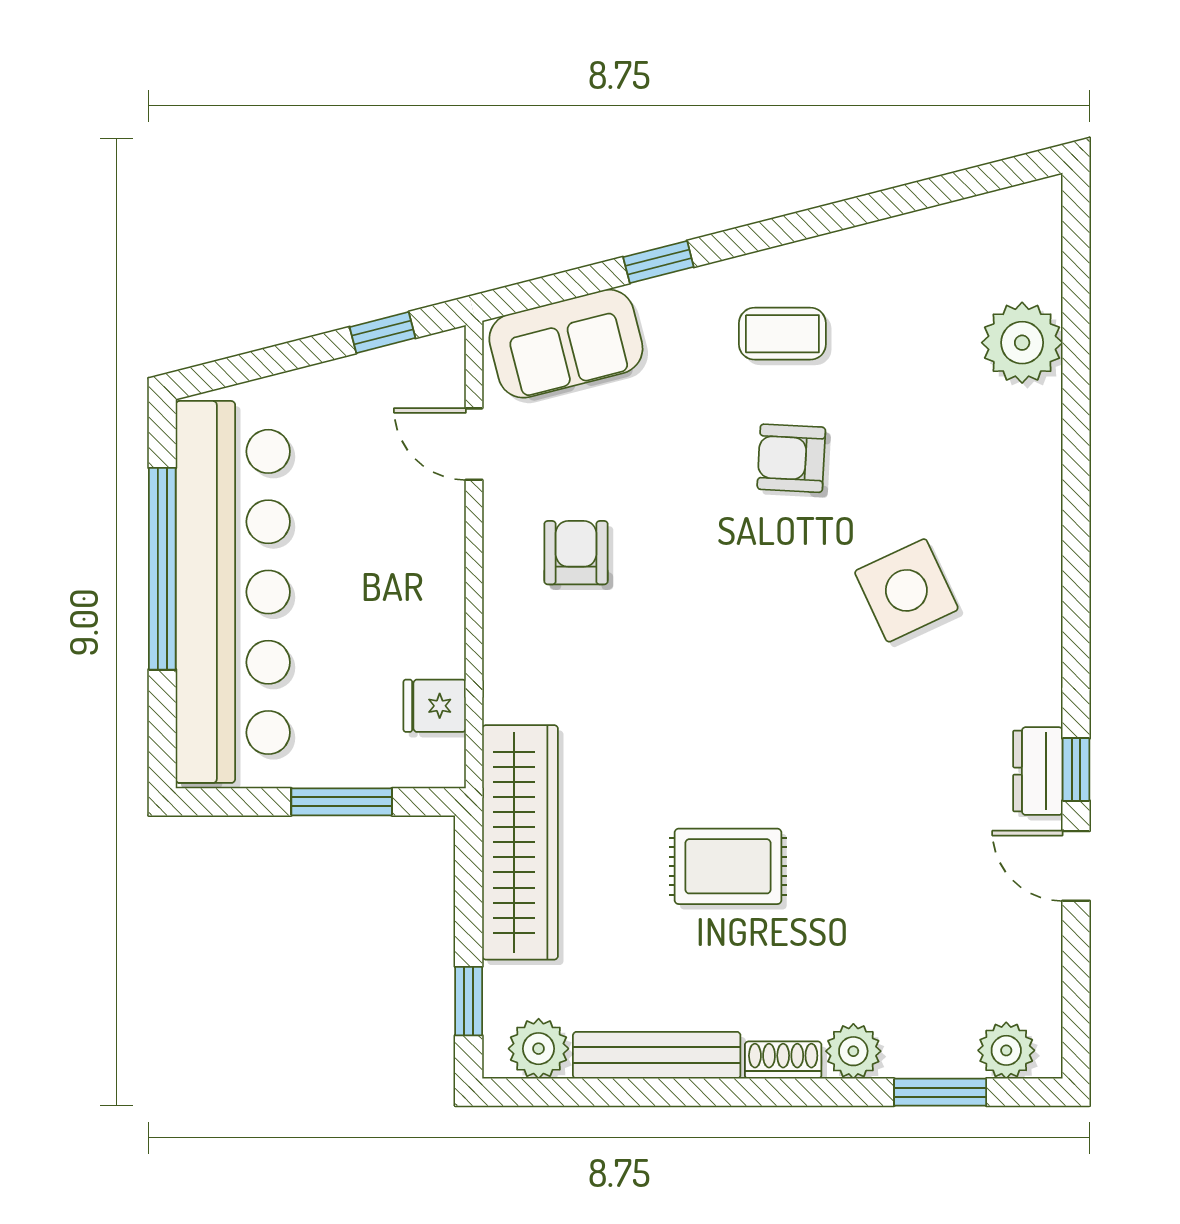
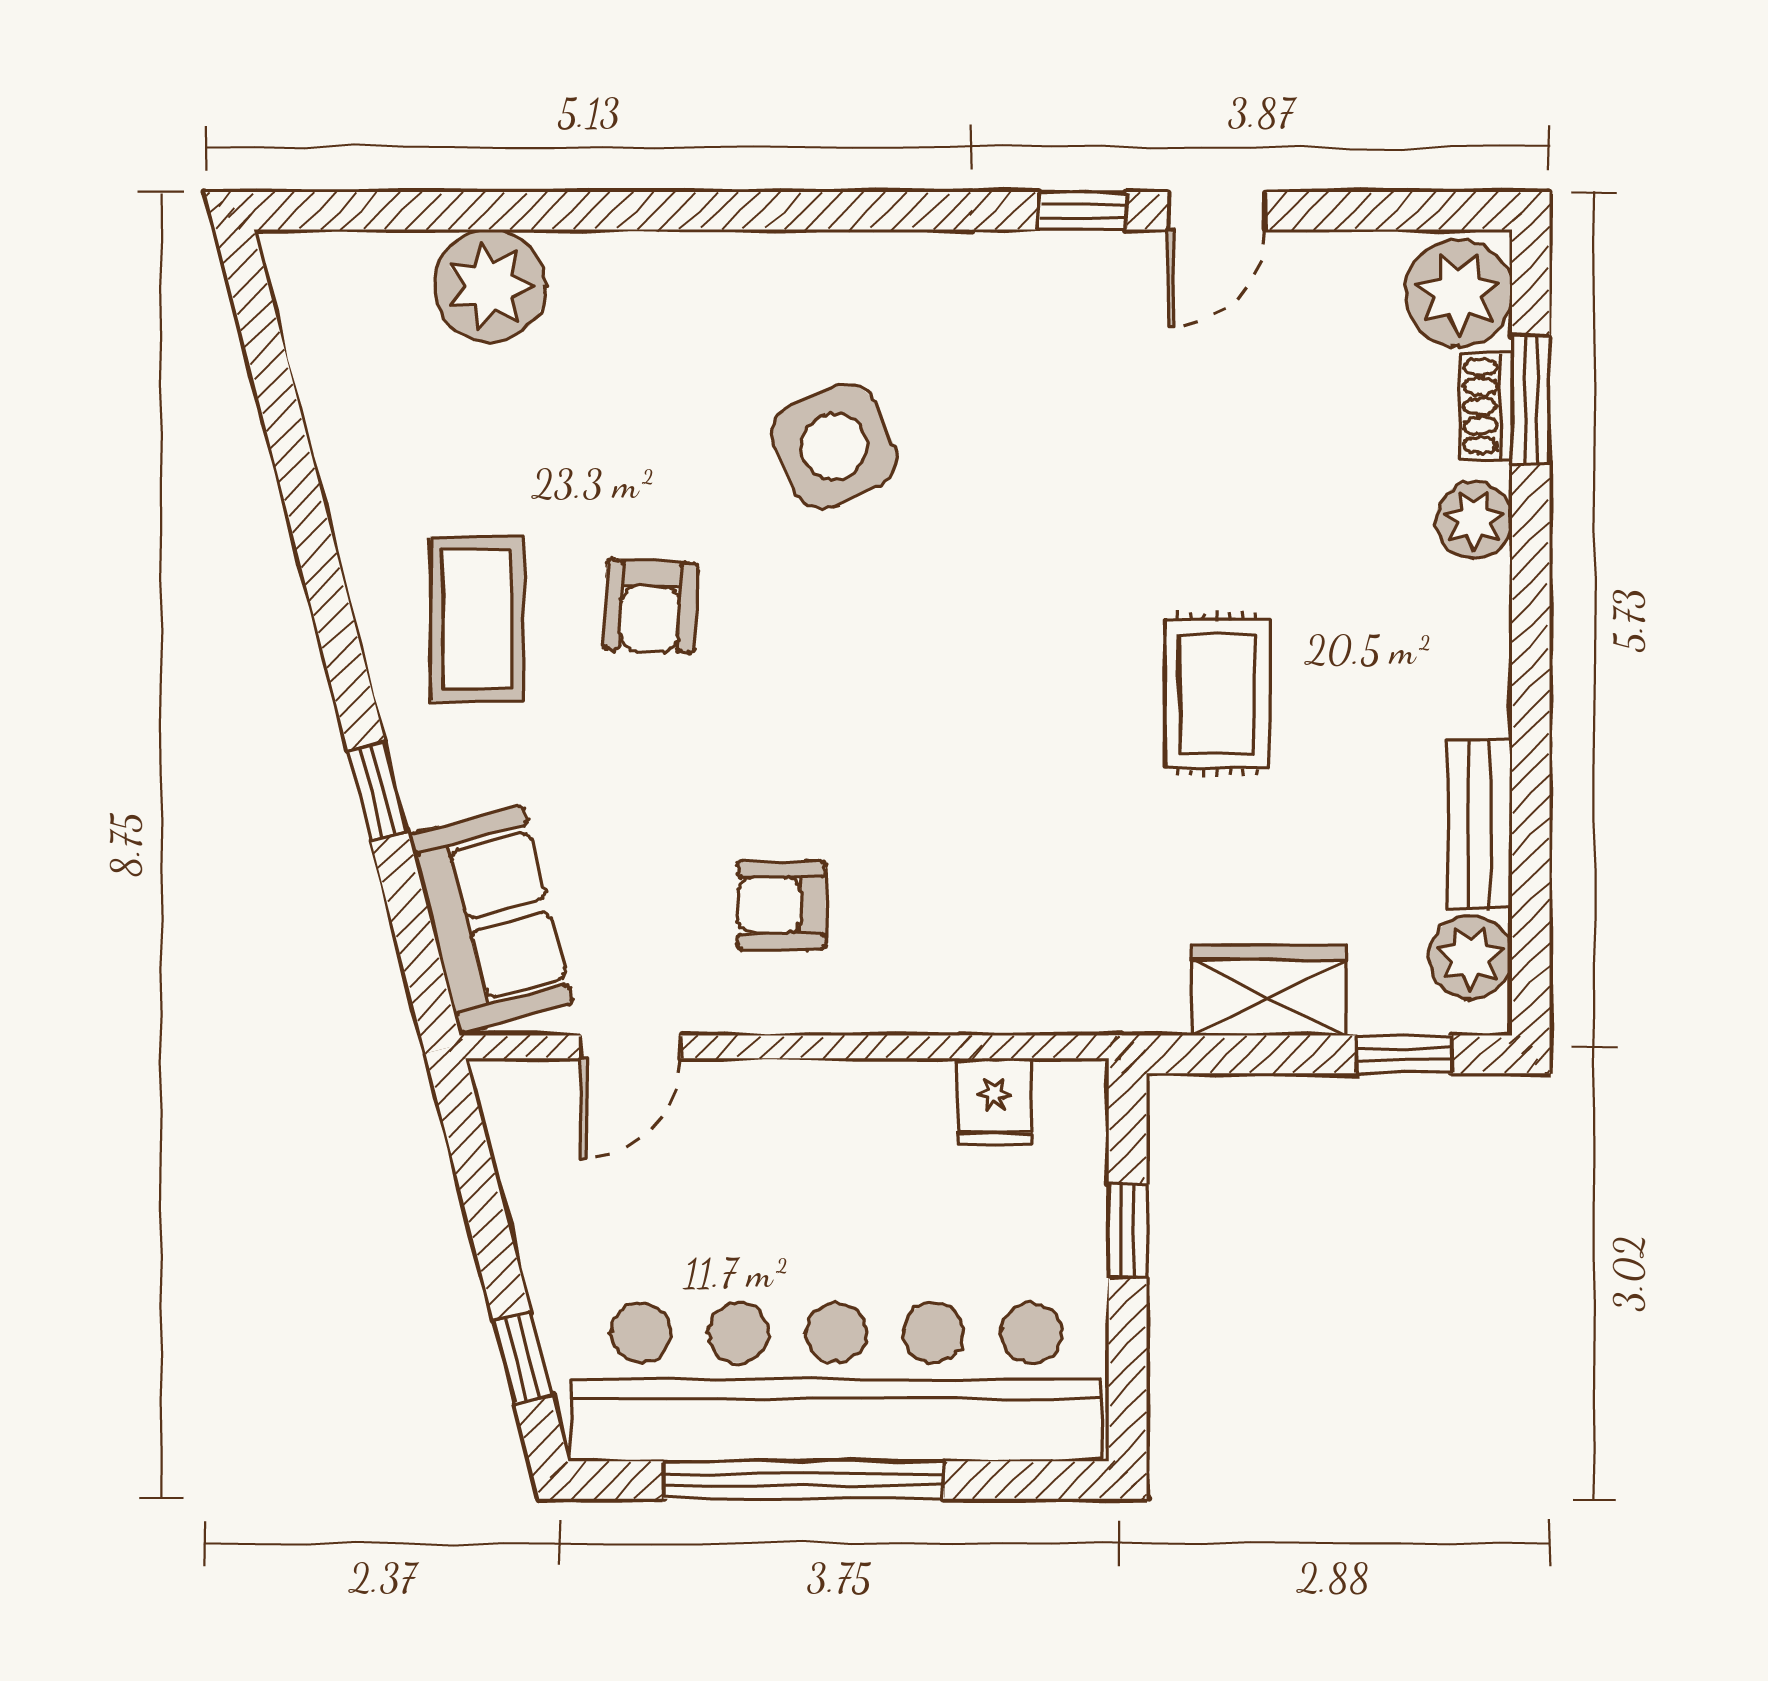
window: (383, 332) -> (523, 1358), moved
coffee table: (782, 334) -> (477, 618), width x1.36, depth x1.30
dresser: (1038, 771) -> (1085, 264), removed
window: (342, 802) -> (1128, 1231), width x0.67
wardrobe: (520, 842) -> (1269, 991), width x0.48, depth x0.85
plant: (1006, 1050) -> (1459, 293), width x1.36, depth x1.36
bench: (657, 1055) -> (1480, 824), width x0.73
shoe rack: (783, 1060) -> (1486, 406), moved

